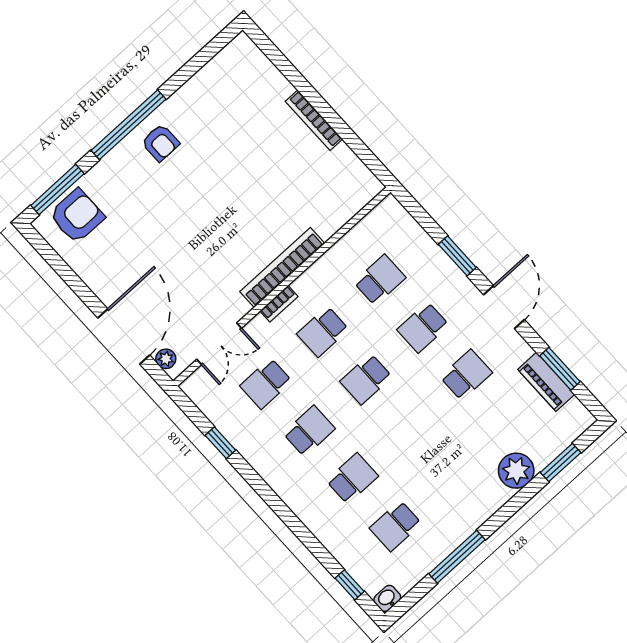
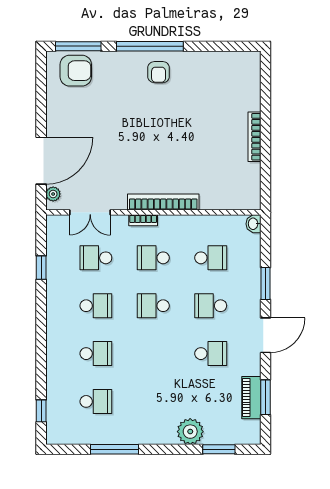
school desk: (396, 526) -> (96, 401), turned 180
washbasin: (387, 598) -> (254, 224), moved, turned -90

